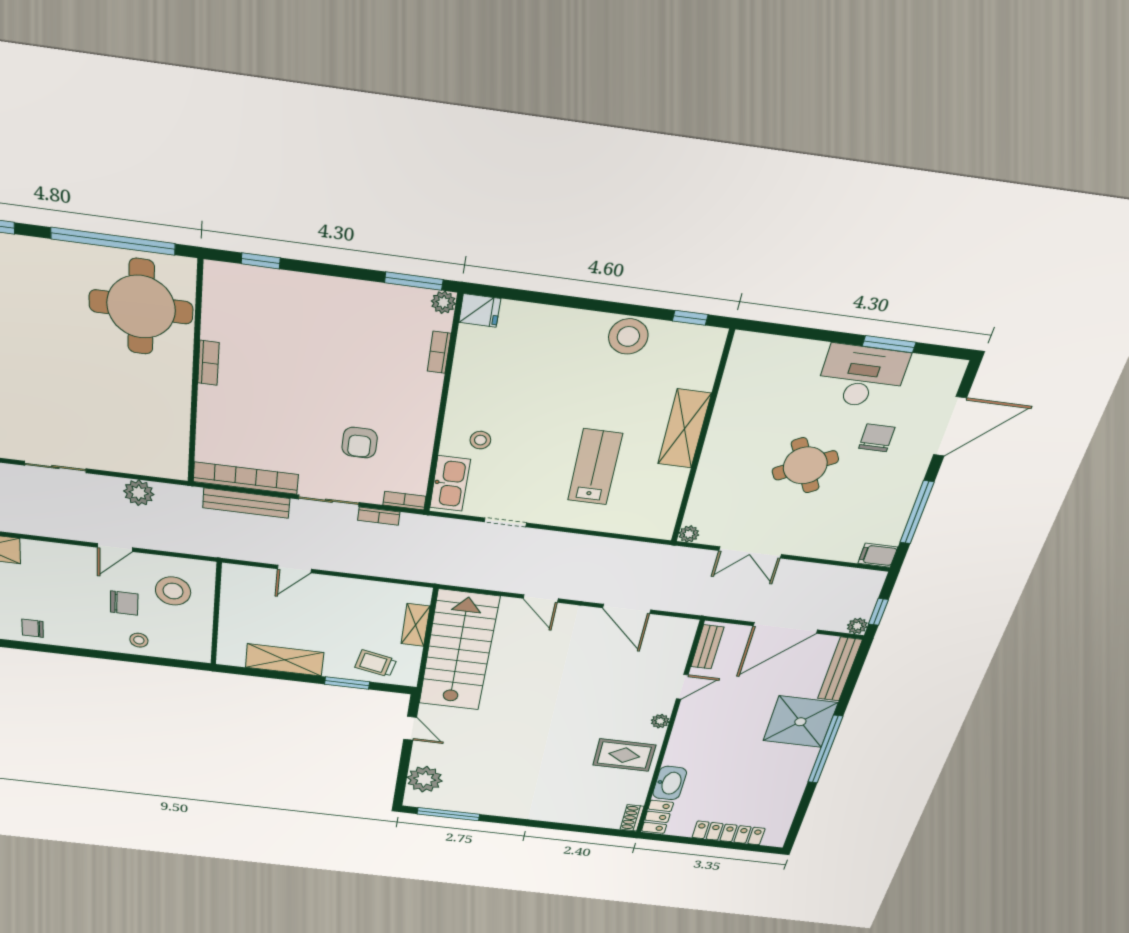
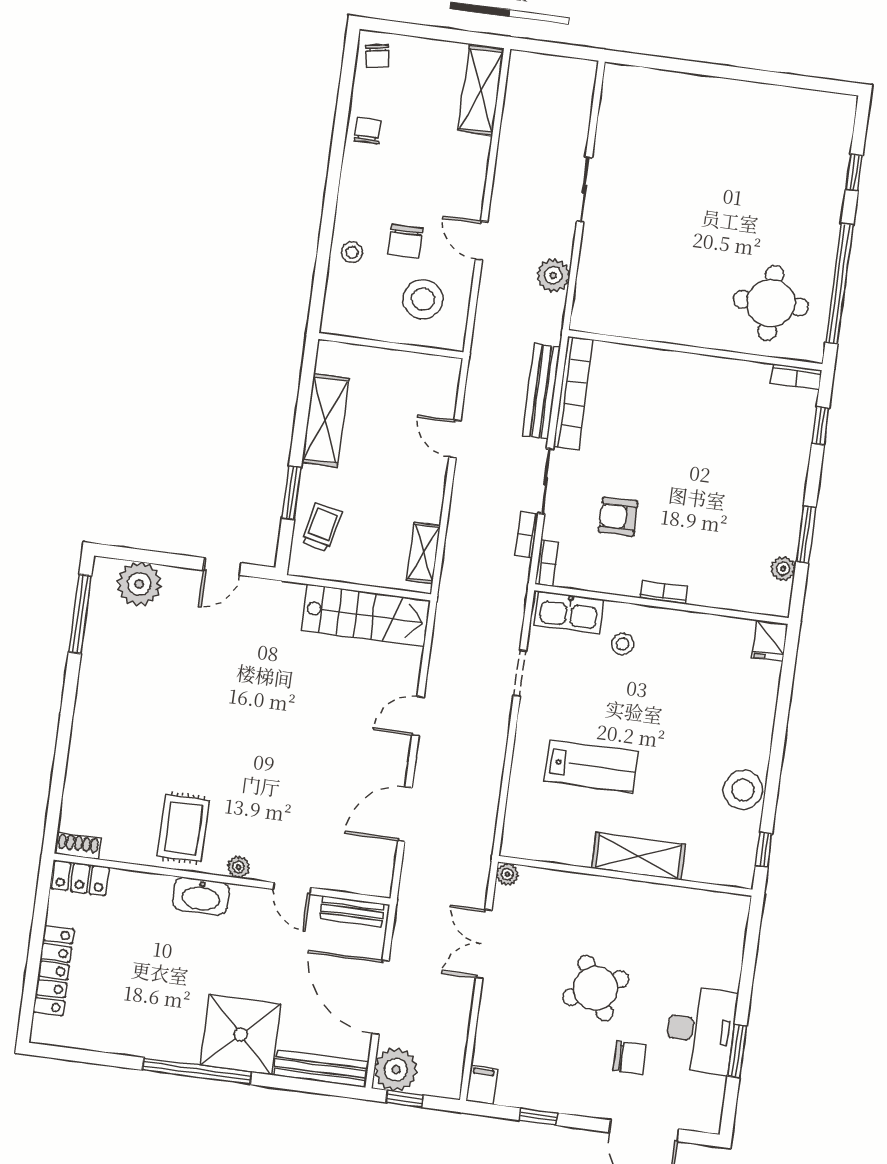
window: (414, 281) -> (806, 534), moved
plant: (443, 302) -> (783, 569), moved
round table: (141, 307) -> (771, 303), width x0.73, depth x0.73
bookcase: (439, 352) -> (664, 592), moved
bookcase: (208, 363) -> (796, 377), moved
window: (917, 512) -> (538, 1117), width x0.46
shelving: (415, 625) -> (424, 553), moved, turned 90
plant: (857, 626) -> (396, 1070), width x1.88, depth x1.88
stairs: (459, 651) -> (366, 615), width x0.73, depth x0.66
washbasin: (670, 783) -> (201, 896), moved

